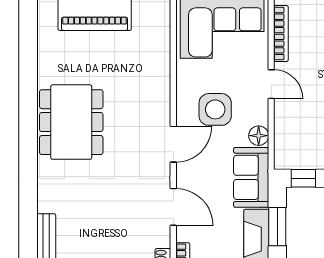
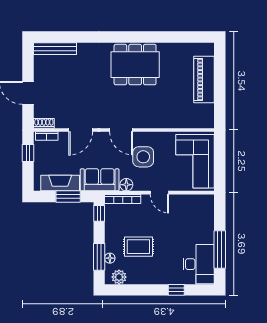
bookcase: (281, 34) -> (123, 199), moved
door: (271, 84) -> (159, 193), hinge flipped

